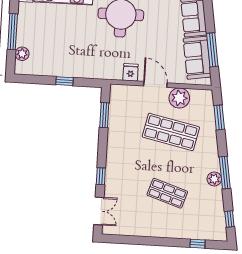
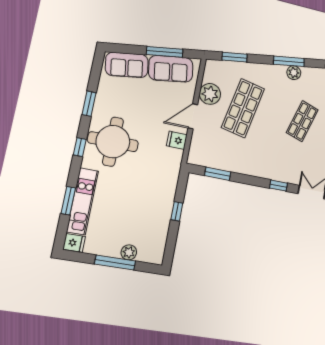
plant: (22, 54) -> (129, 252), moved

